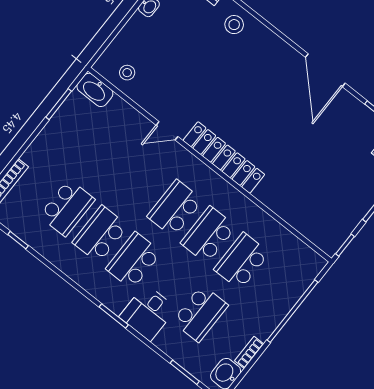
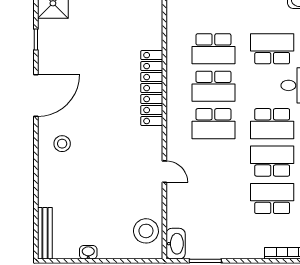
stool: (234, 25) -> (62, 144), moved
stool: (127, 73) -> (146, 231), width x1.89, depth x1.89
locker: (224, 157) -> (152, 88), moved
school desk: (100, 234) -> (272, 161), turned 180

